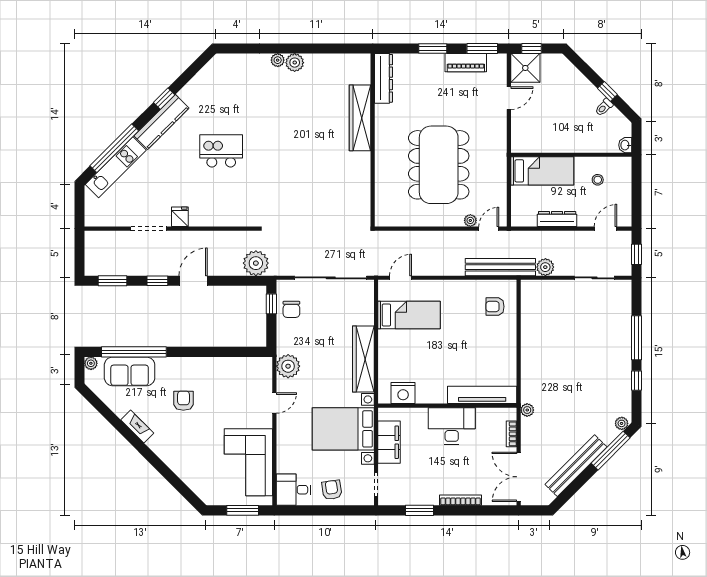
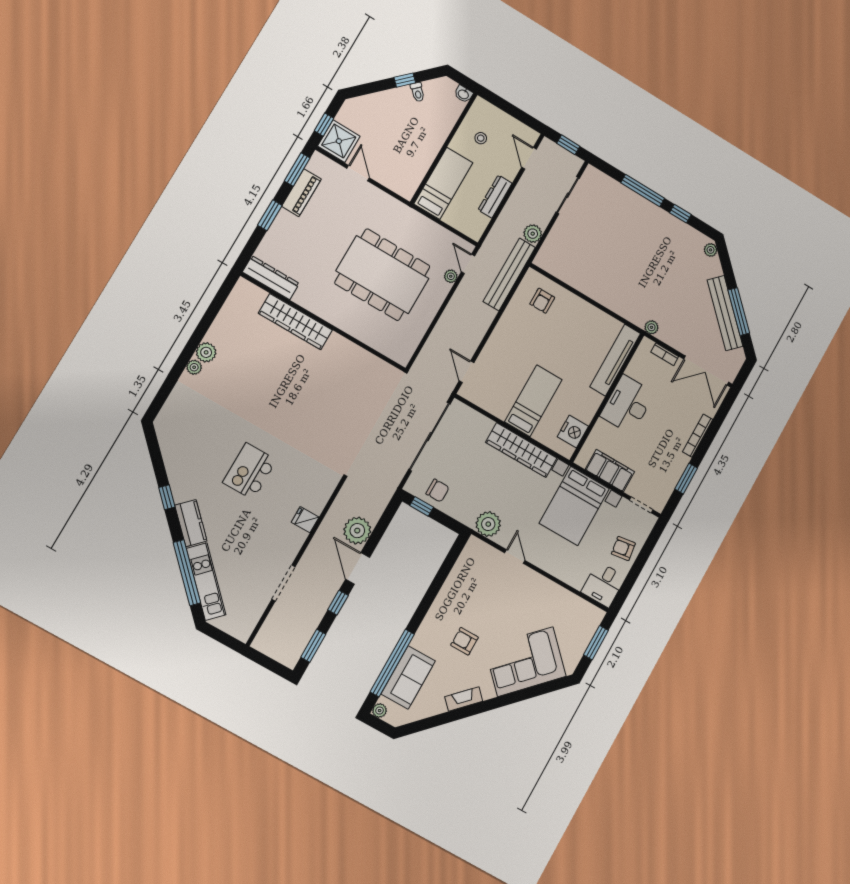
kitchen counter: (161, 122) -> (191, 523), width x0.67
fridge: (180, 217) -> (305, 520), moved
plant: (256, 263) -> (357, 531), moved
bed: (409, 315) -> (533, 401), moved
window: (611, 451) -> (739, 312), moved
corner sofa: (248, 462) -> (525, 662), moved, turned 135

